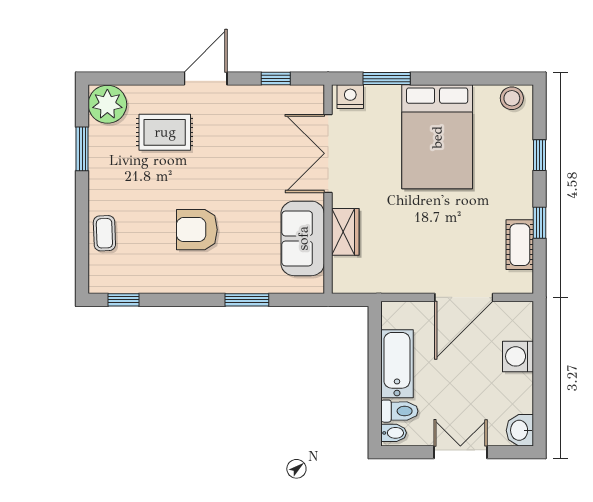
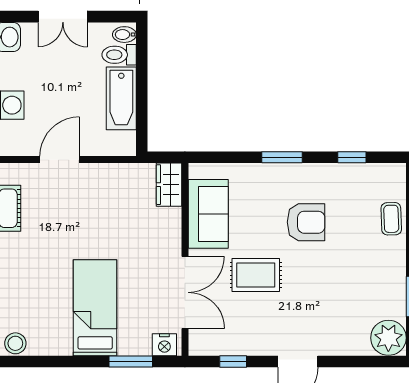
rug: (165, 132) -> (256, 275), moved
bed: (437, 137) -> (95, 308), width x0.67
wardrobe: (345, 232) -> (169, 185), moved
door: (464, 297) -> (60, 160), width x0.73
window: (123, 300) -> (352, 157), moved
window: (247, 300) -> (282, 157), moved

